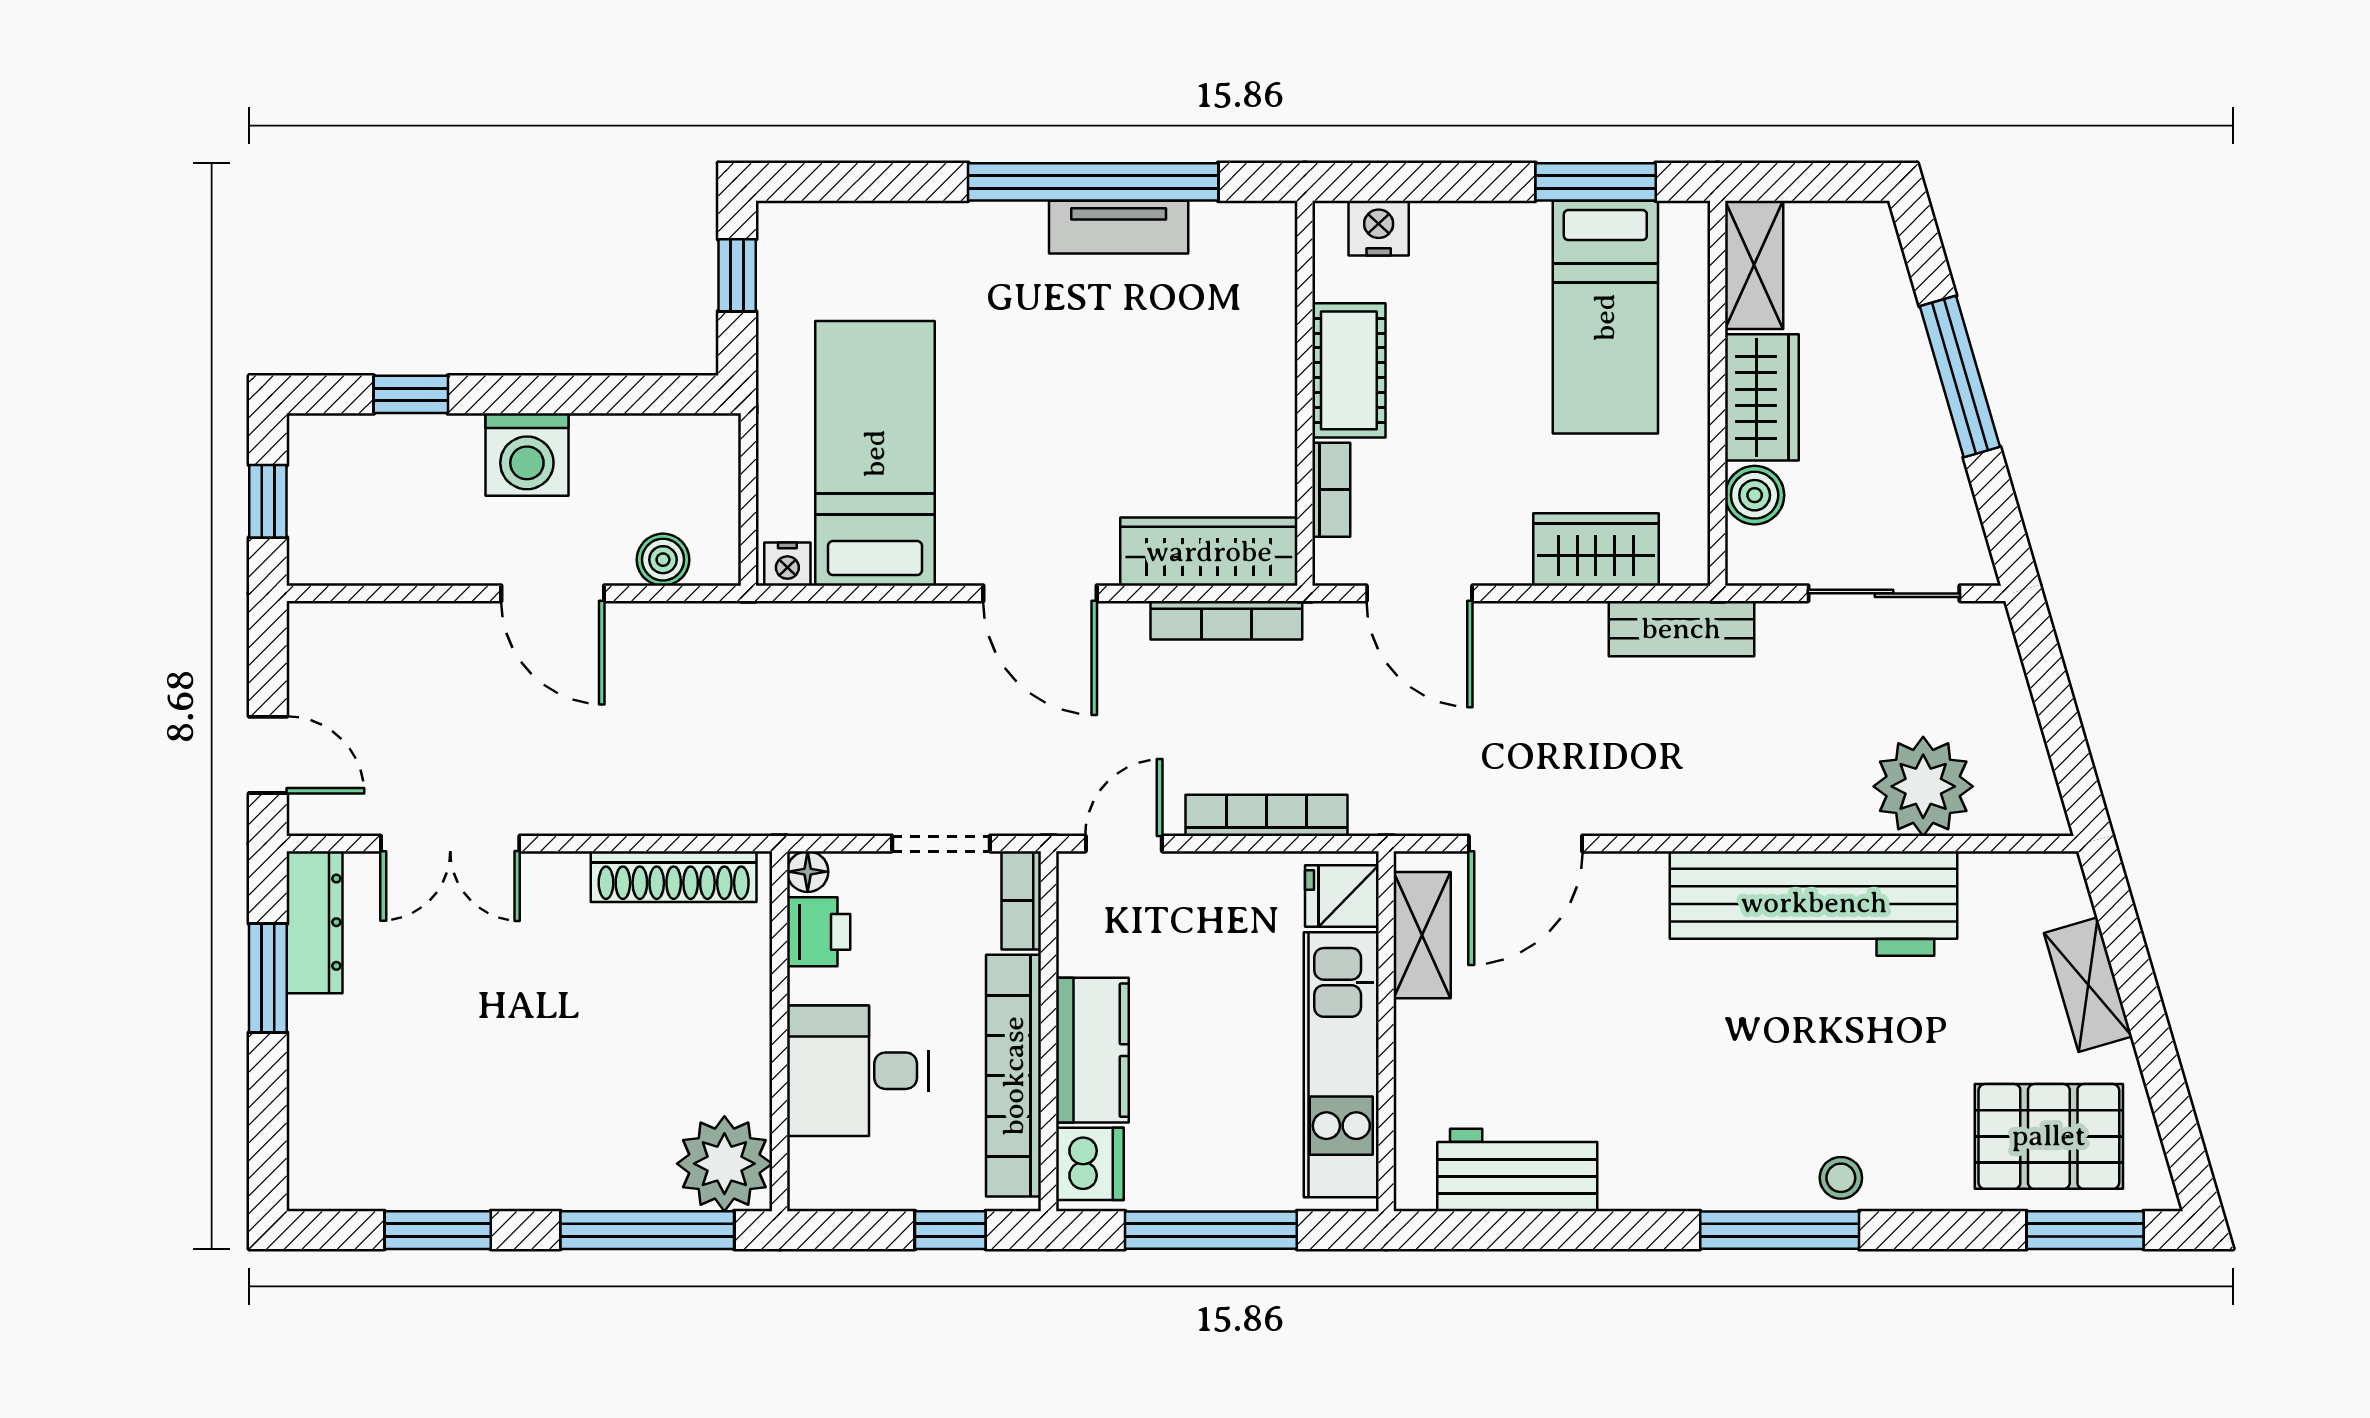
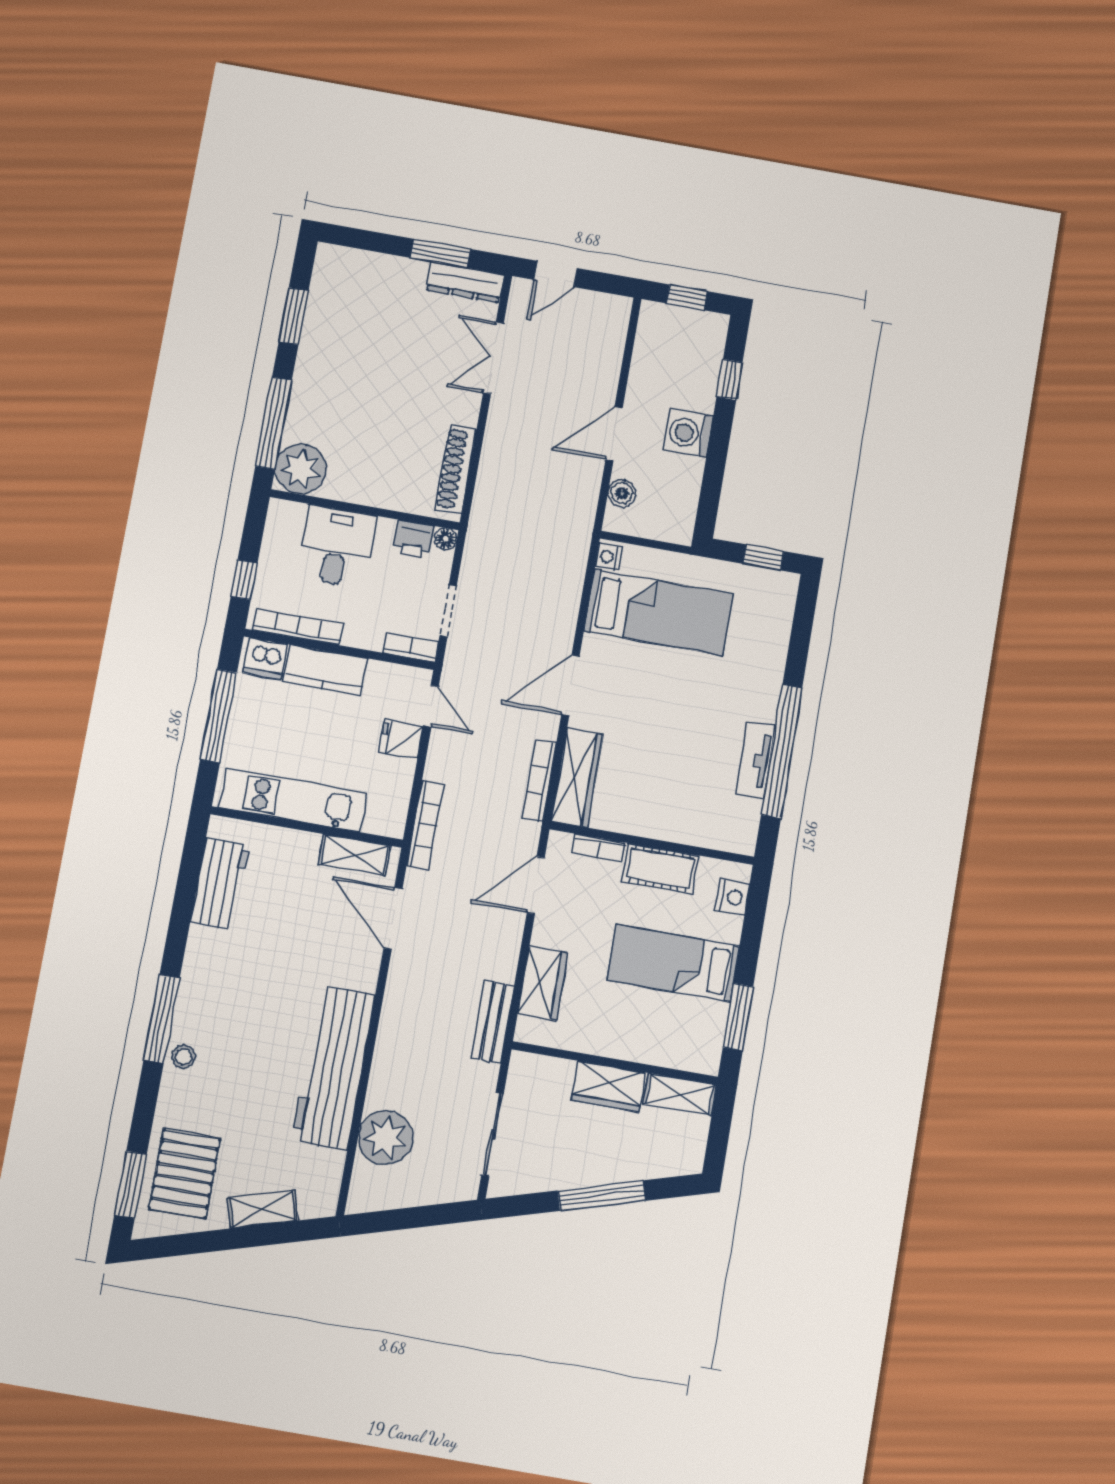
bed: (1605, 317) -> (673, 963), moved
boiler: (1755, 495) -> (557, 1074), removed
bookcase: (1267, 815) -> (425, 825), moved
fridge: (1342, 896) -> (401, 740), moved, turned -90
bookcase: (1014, 1076) -> (298, 627), width x0.68, depth x0.76

